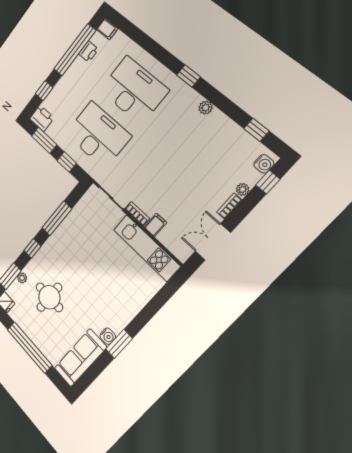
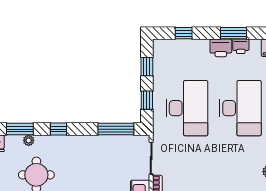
window: (75, 50) -> (233, 33), width x0.47
printer: (42, 118) -> (221, 48), moved, turned 90
window: (44, 140) -> (147, 67), width x0.67
window: (57, 218) -> (116, 129), moved

